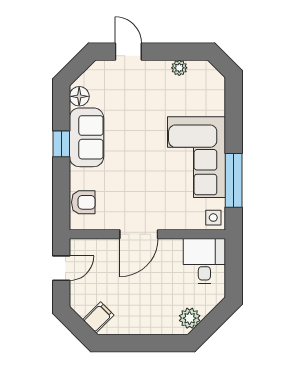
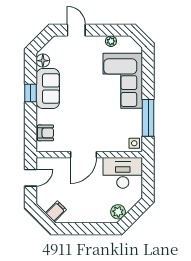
corner sofa: (196, 157) -> (123, 81), moved
desk: (204, 261) -> (123, 173), width x1.37

